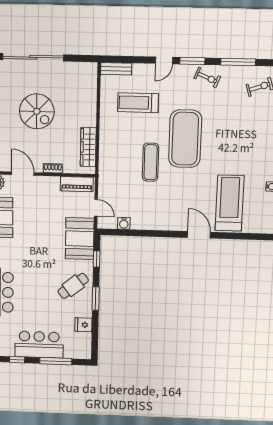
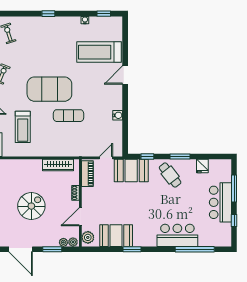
water cooler: (124, 223) -> (118, 115), moved

